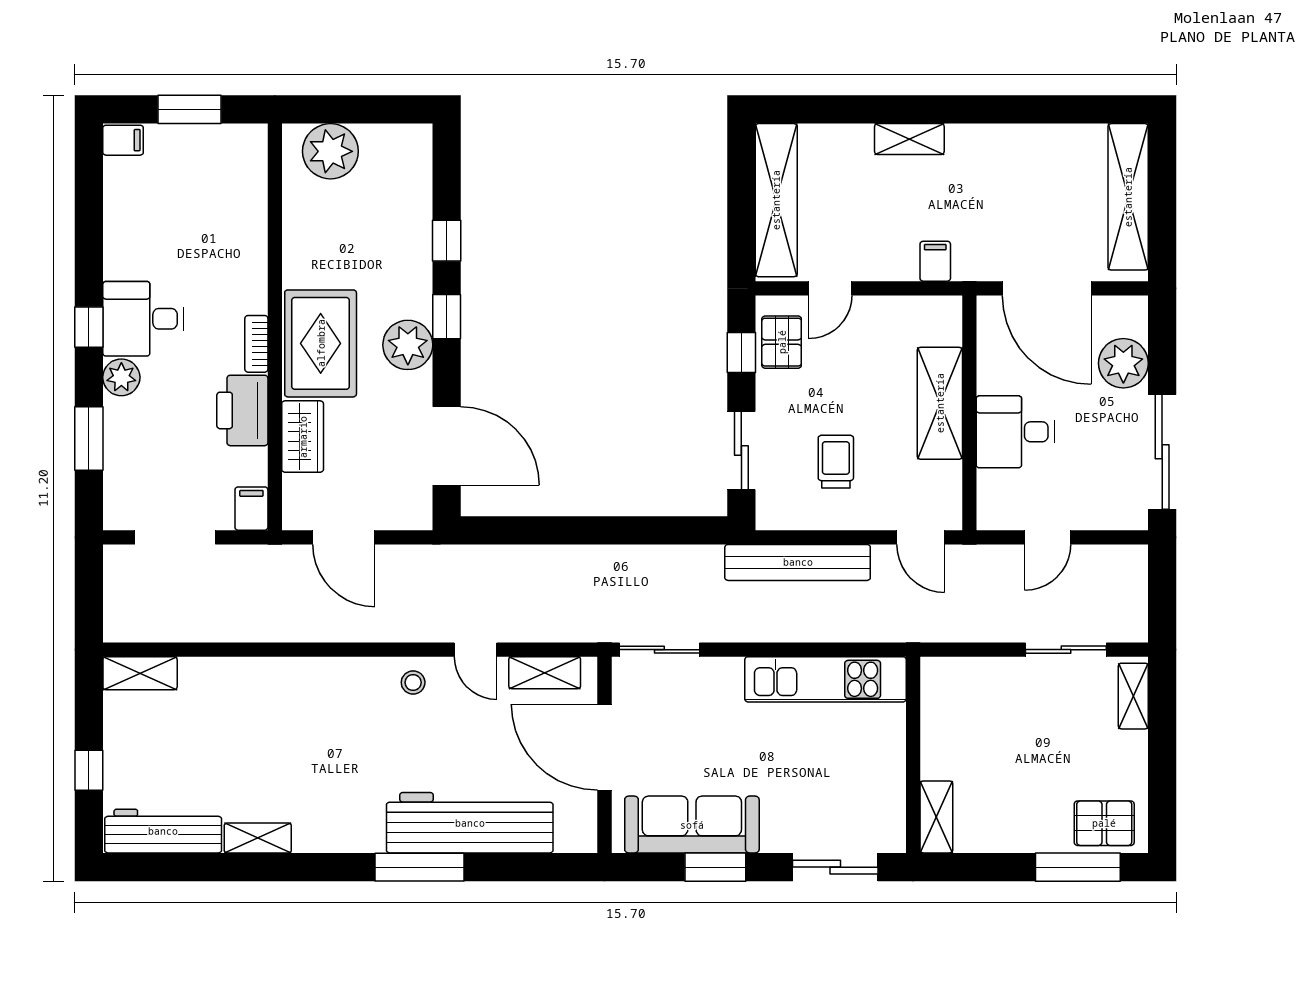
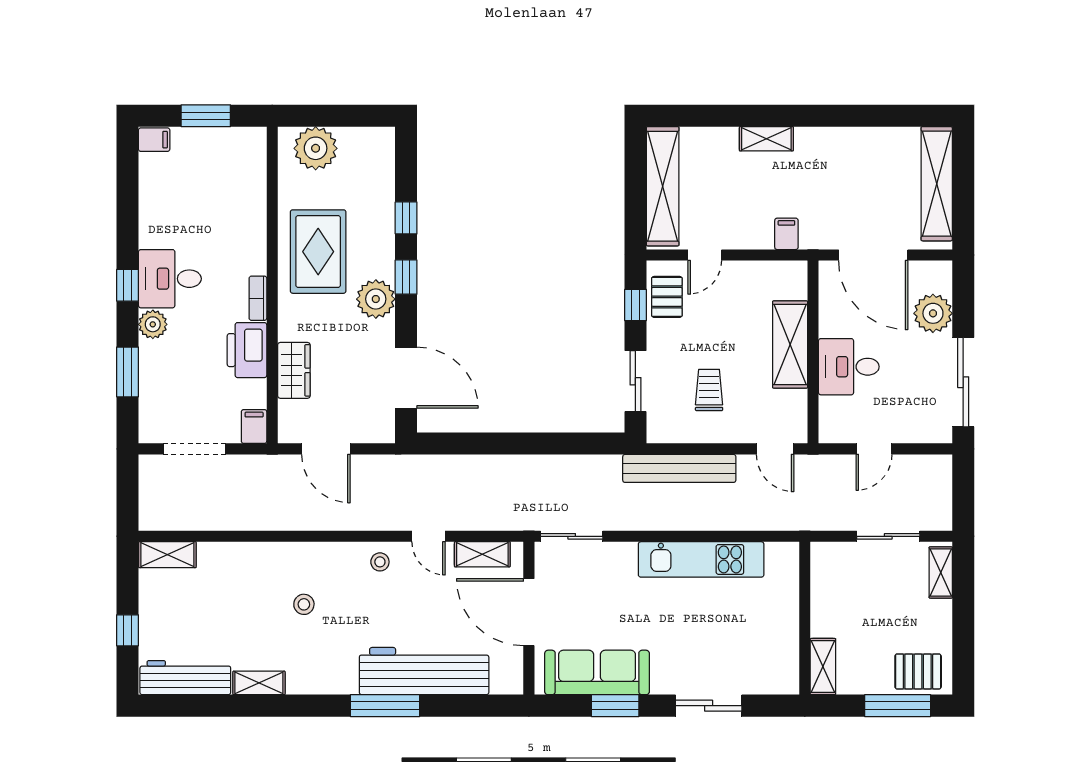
rug: (321, 343) -> (318, 252), moved
stool: (315, 737) -> (304, 604), added
wall: (913, 755) -> (805, 618), moved
shelving: (936, 817) -> (823, 667), moved

